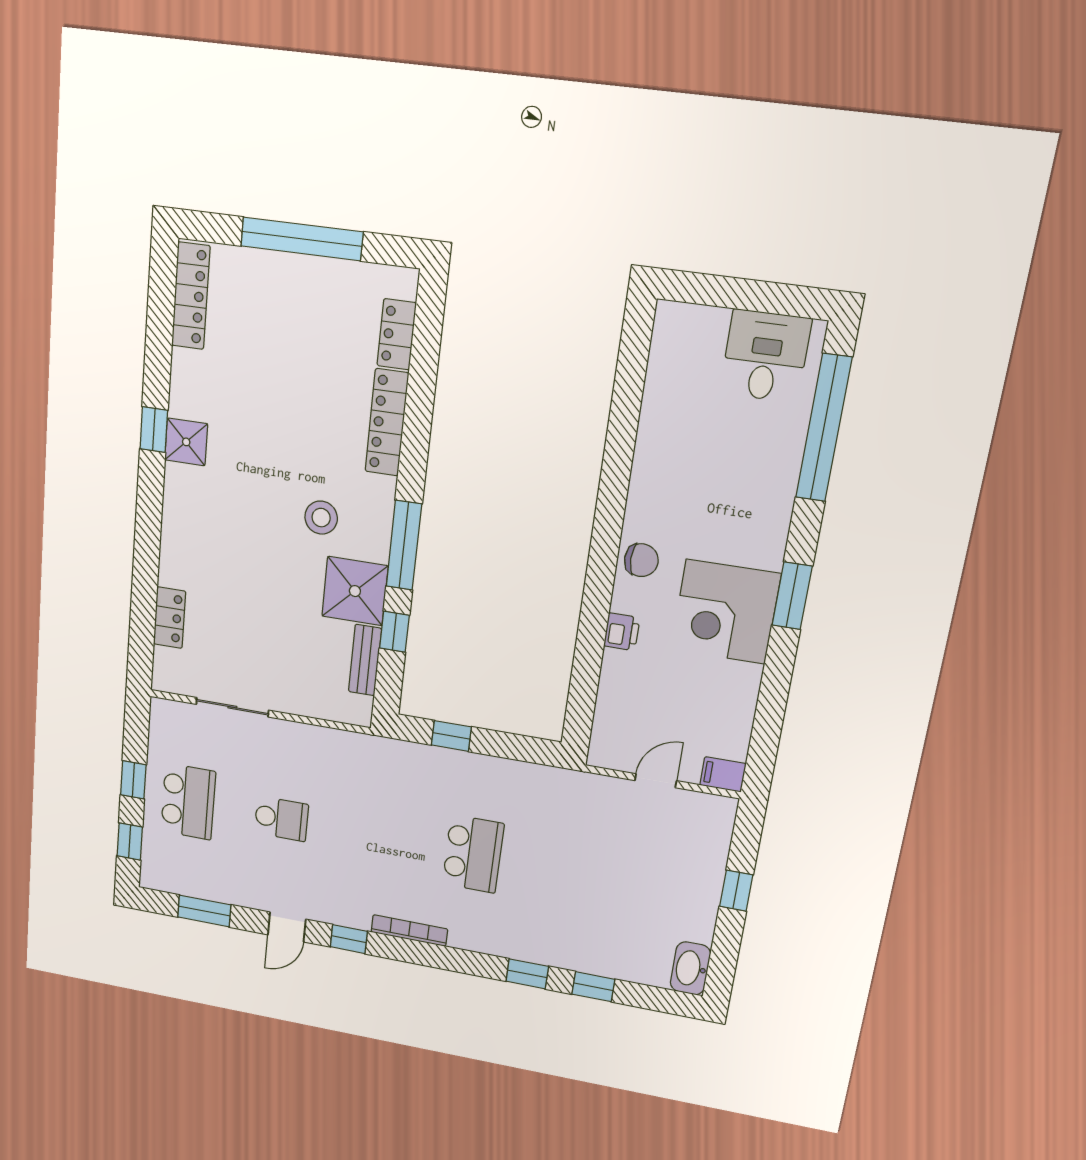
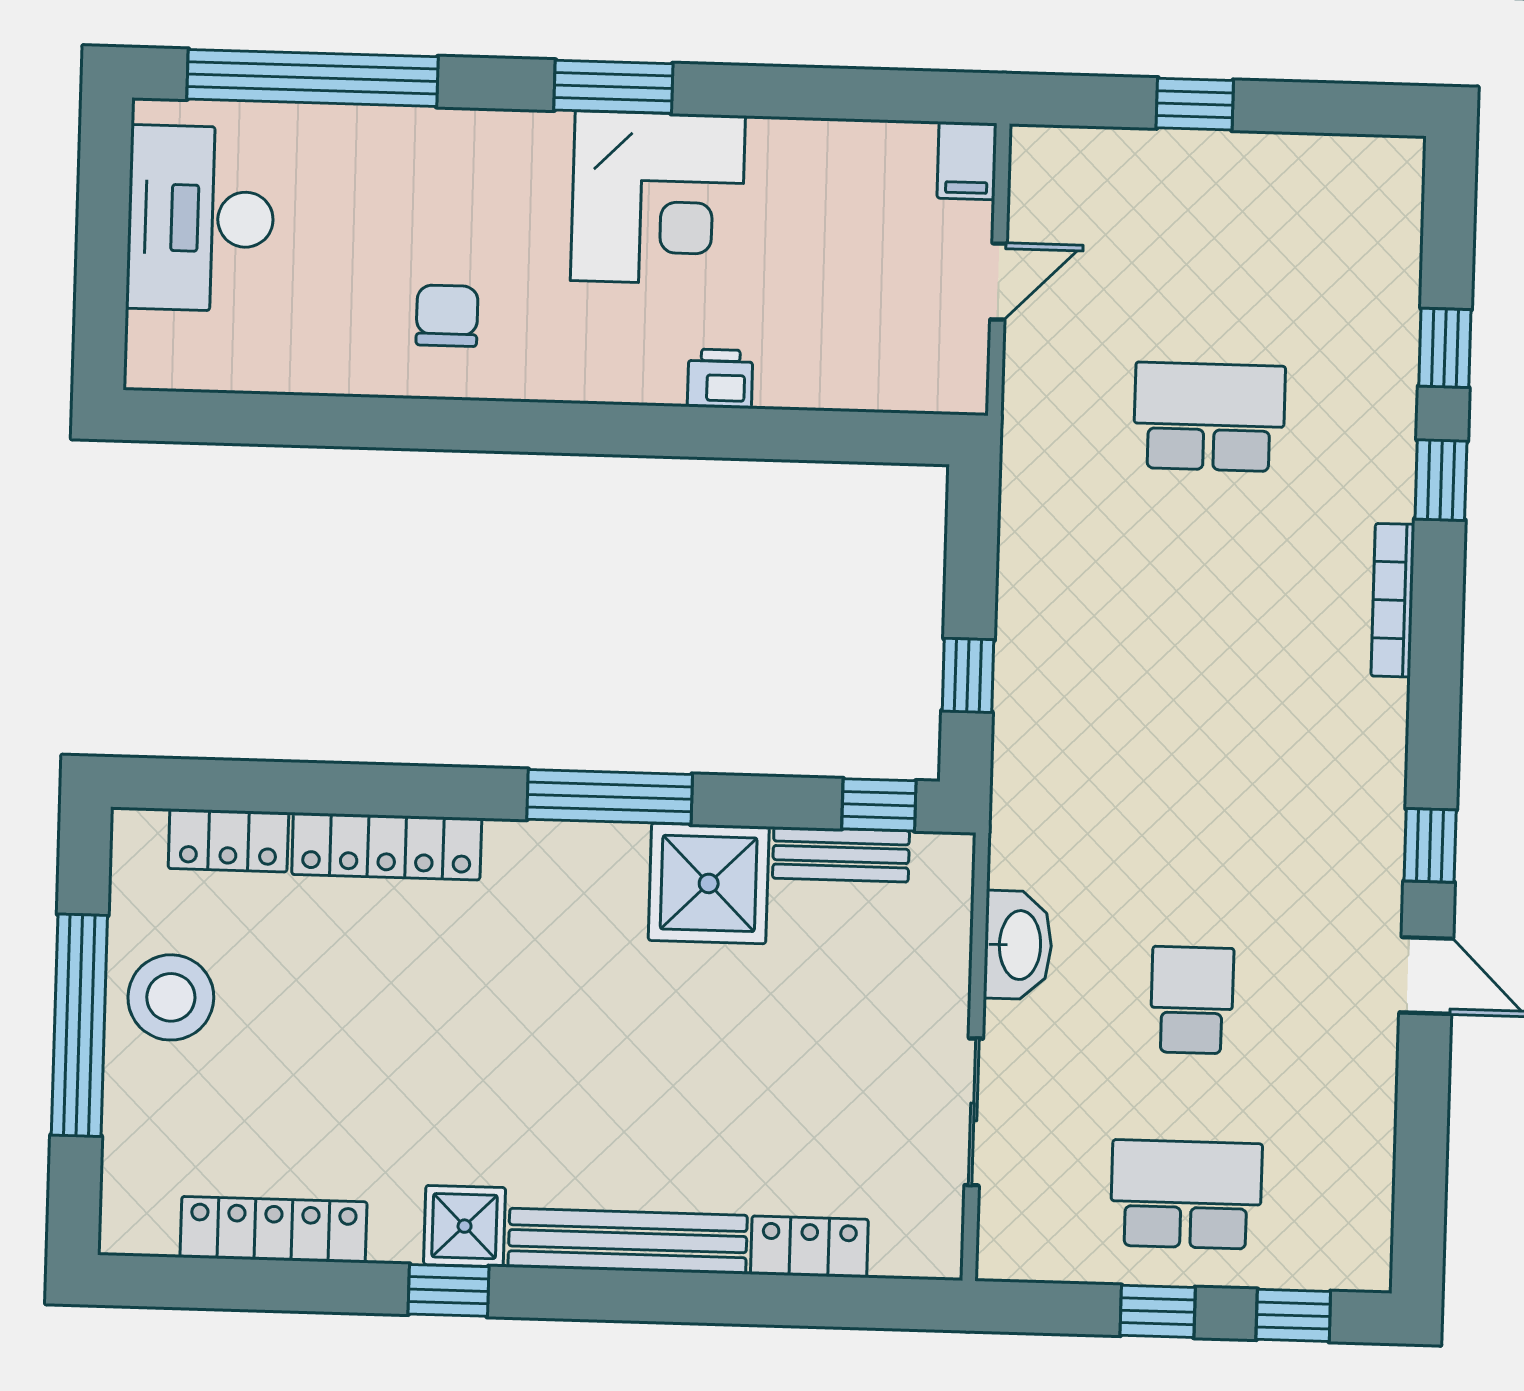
locker: (191, 296) -> (273, 1230), moved
desk: (765, 356) -> (201, 218), width x1.37
stool: (321, 518) -> (171, 997), moved, width x1.38, depth x1.38
bench: (175, 526) -> (628, 1241), added
chair: (641, 560) -> (447, 316), moved
window: (394, 632) -> (879, 805), moved
door: (656, 781) -> (998, 282), swing flipped
school desk: (473, 854) -> (1209, 417), moved
window: (204, 911) -> (1421, 1151), removed
bookcase: (409, 931) -> (1393, 600), moved
washbasin: (690, 968) -> (1018, 945), moved, turned -90

